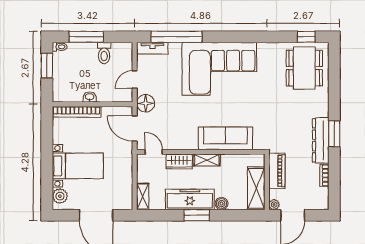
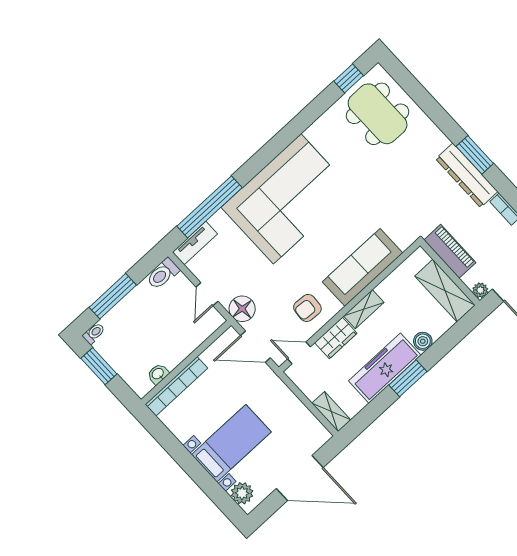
toilet: (104, 53) -> (163, 274), moved, turned 90
washbasin: (90, 97) -> (158, 374), moved
armchair: (179, 133) -> (307, 308), added

